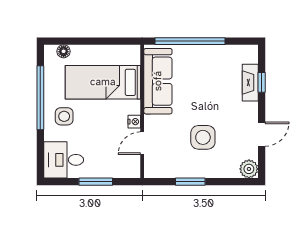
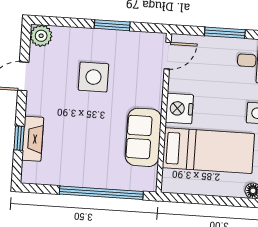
sofa: (158, 81) -> (143, 137), width x0.73
nightstand: (134, 122) -> (179, 109), width x1.89, depth x1.79
door: (142, 143) -> (168, 56), moved

